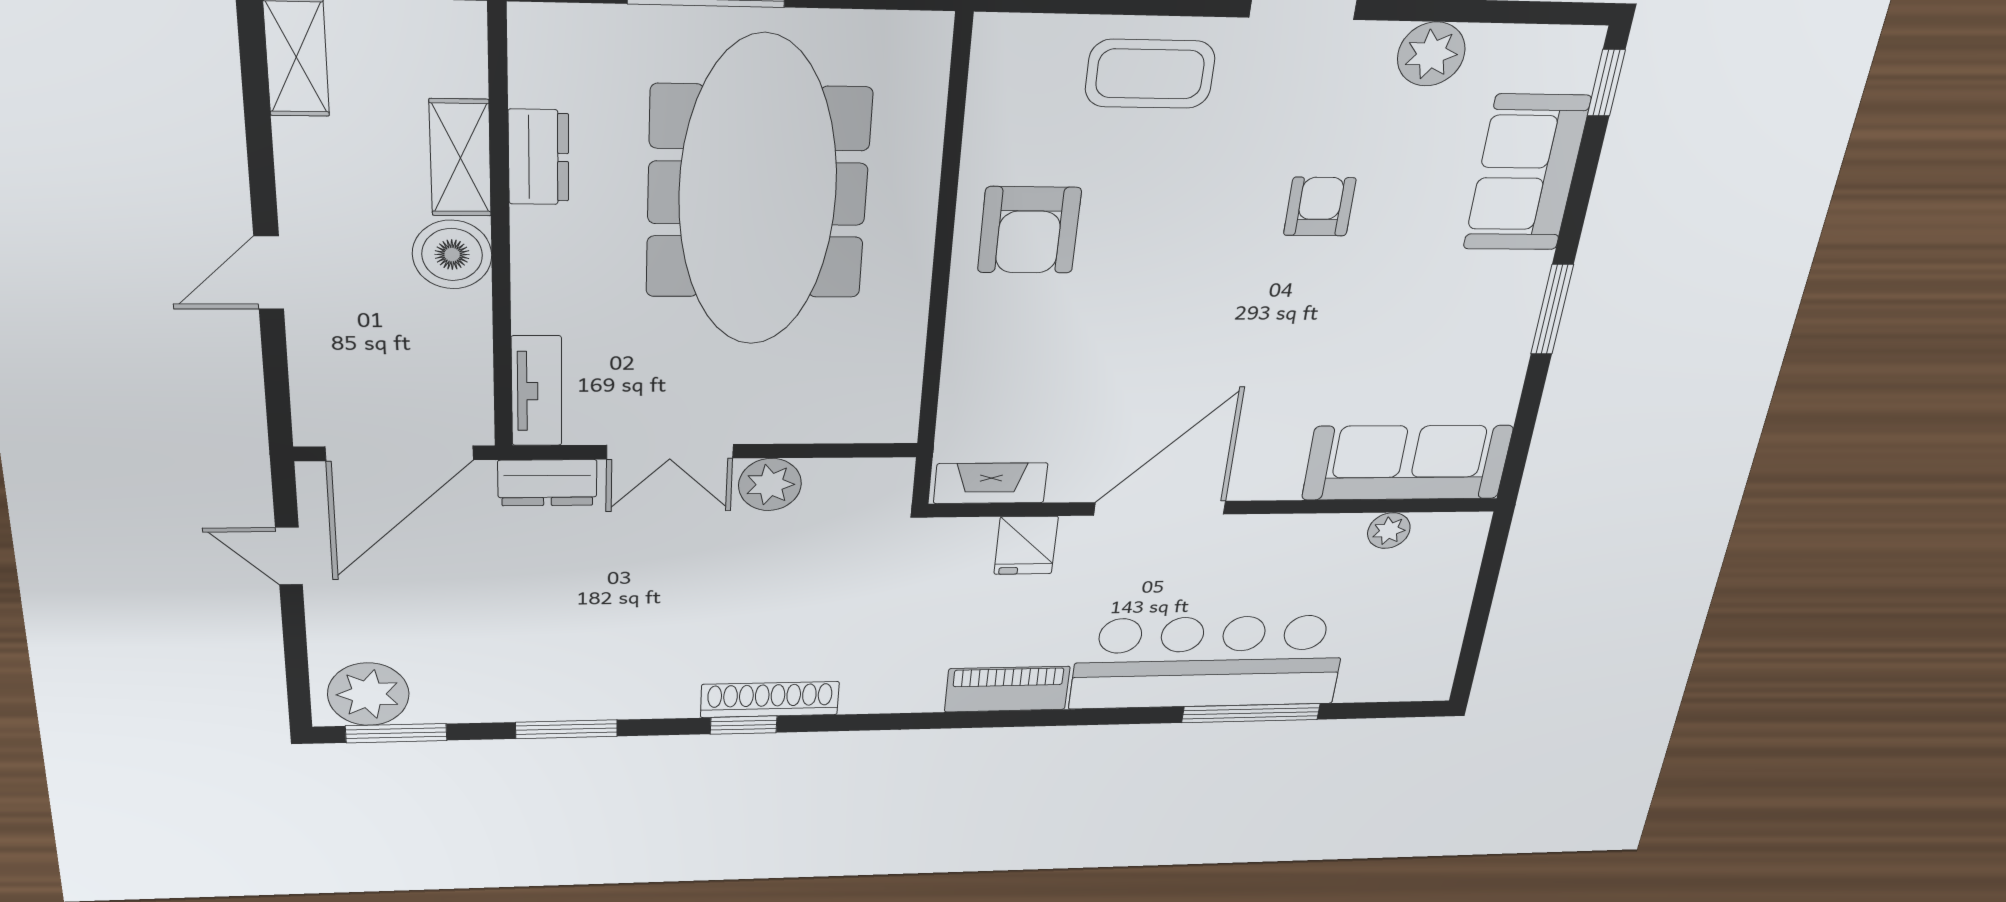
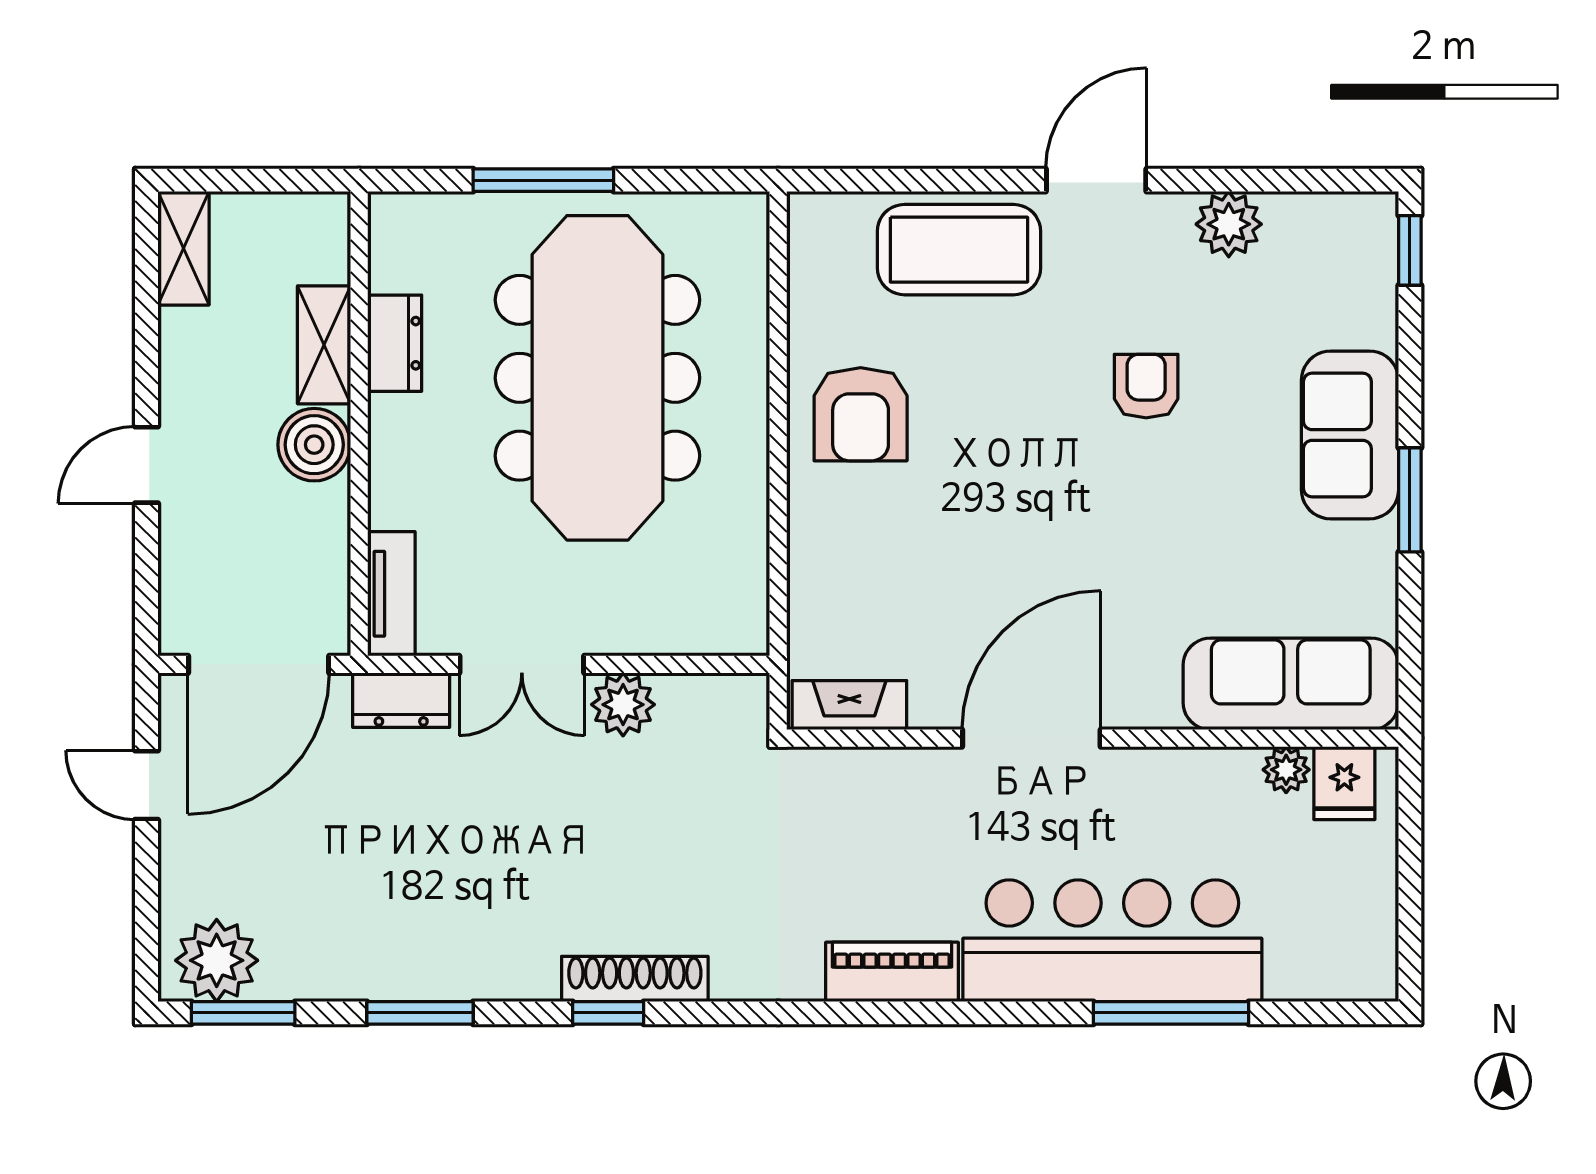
coffee table: (1150, 74) -> (959, 250), width x1.36, depth x1.32
sofa: (1527, 173) -> (1350, 435), moved
fridge: (1026, 545) -> (1344, 783), moved

